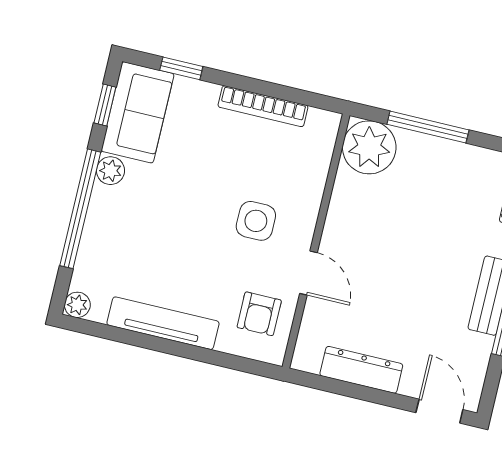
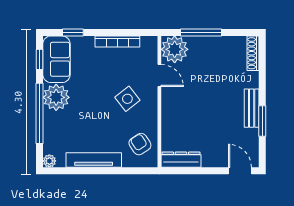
plant: (110, 171) -> (56, 97), width x1.88, depth x1.88
side table: (256, 221) -> (127, 99), turned -38
door: (308, 273) -> (159, 76), moved
armchair: (259, 314) -> (140, 144), turned 146
dresser: (361, 370) -> (181, 160), moved

